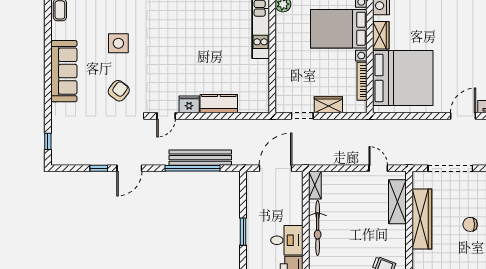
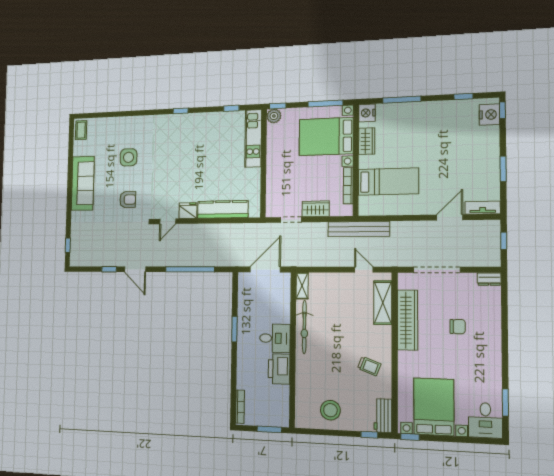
bed: (403, 78) -> (388, 182), width x0.49
armchair: (119, 91) -> (128, 200), turned 53
kitchen counter: (219, 104) -> (223, 209), width x1.50
bench: (200, 158) -> (359, 229), moved
door: (129, 168) -> (135, 269), hinge flipped
chair: (470, 224) -> (458, 327), turned 180

